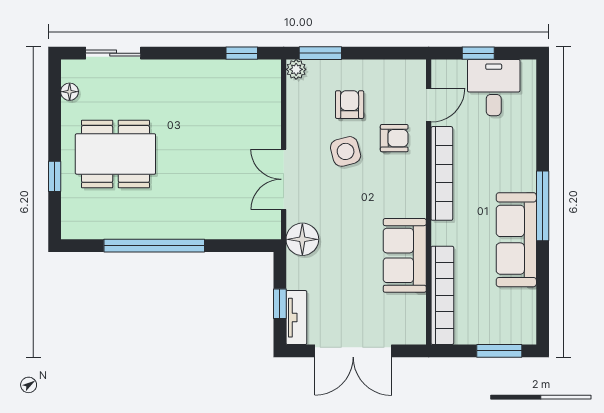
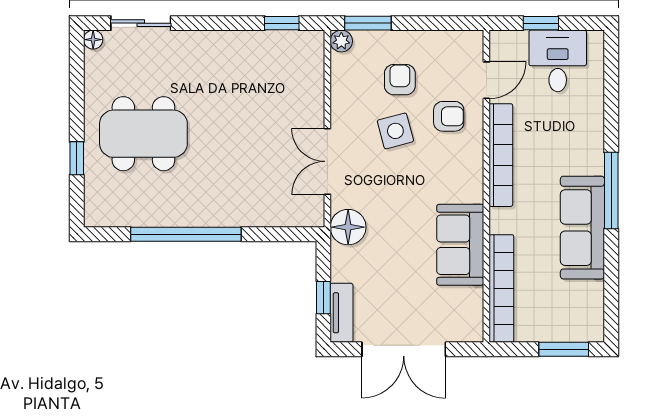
floor lamp: (70, 92) -> (93, 40), moved

